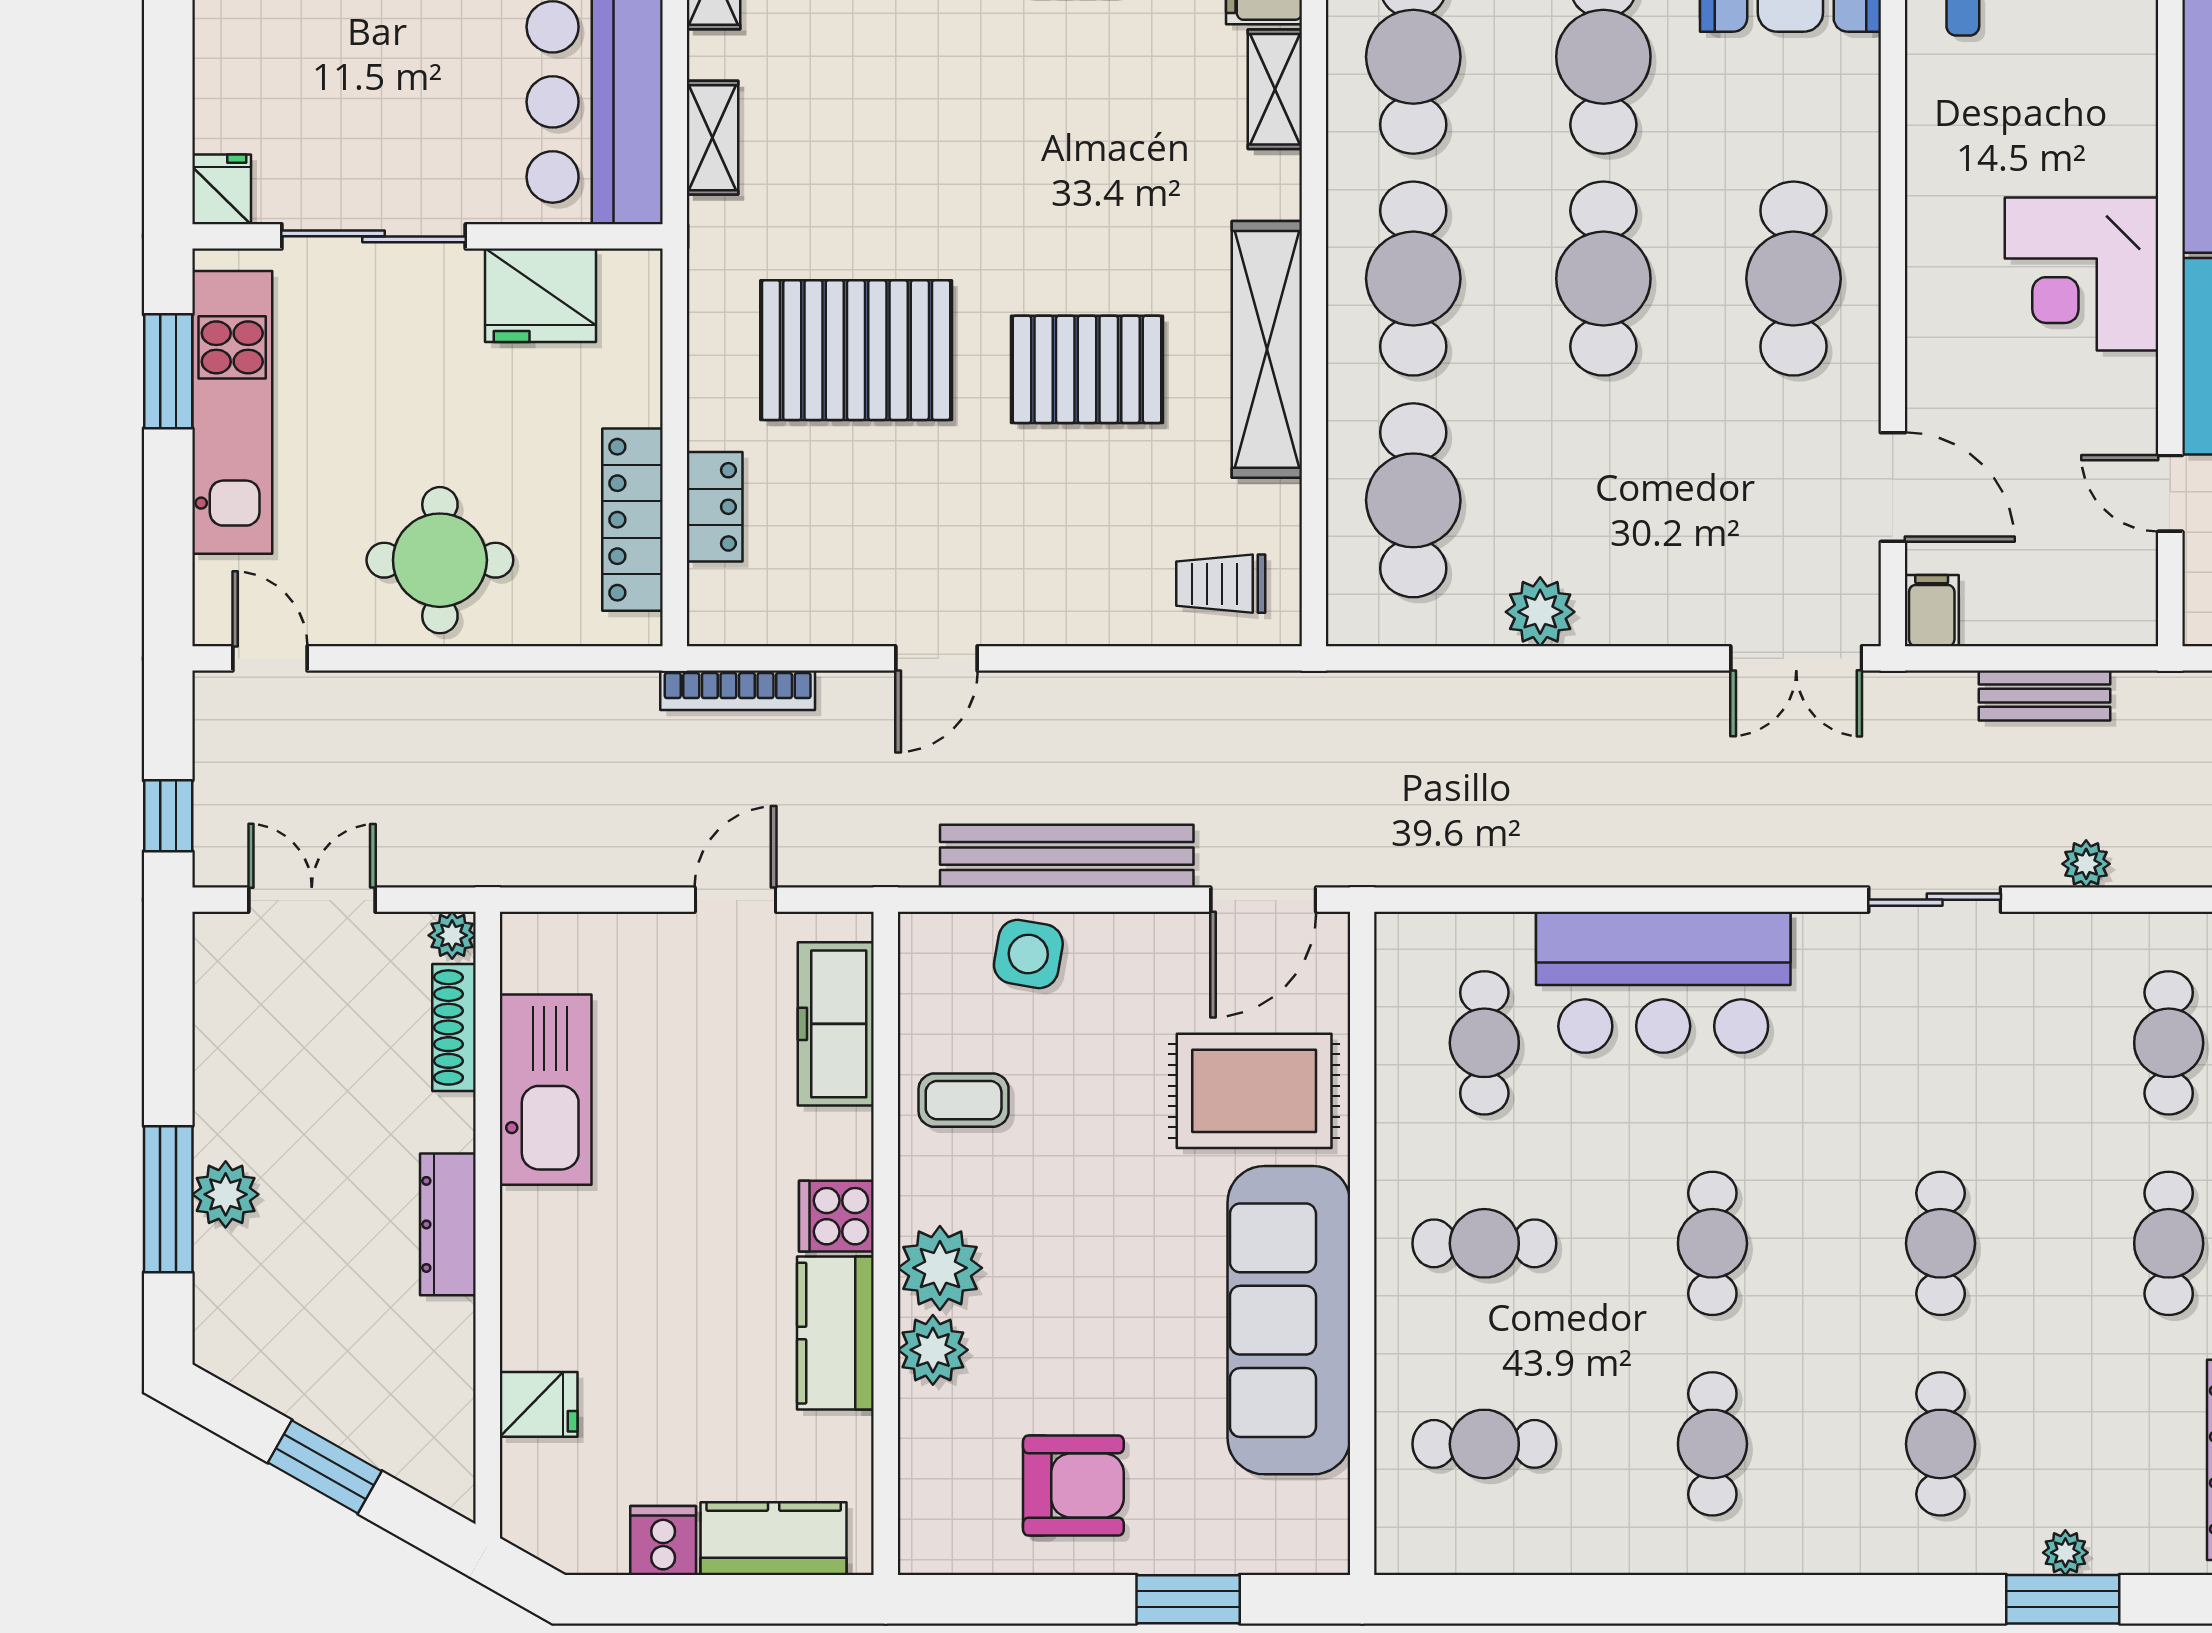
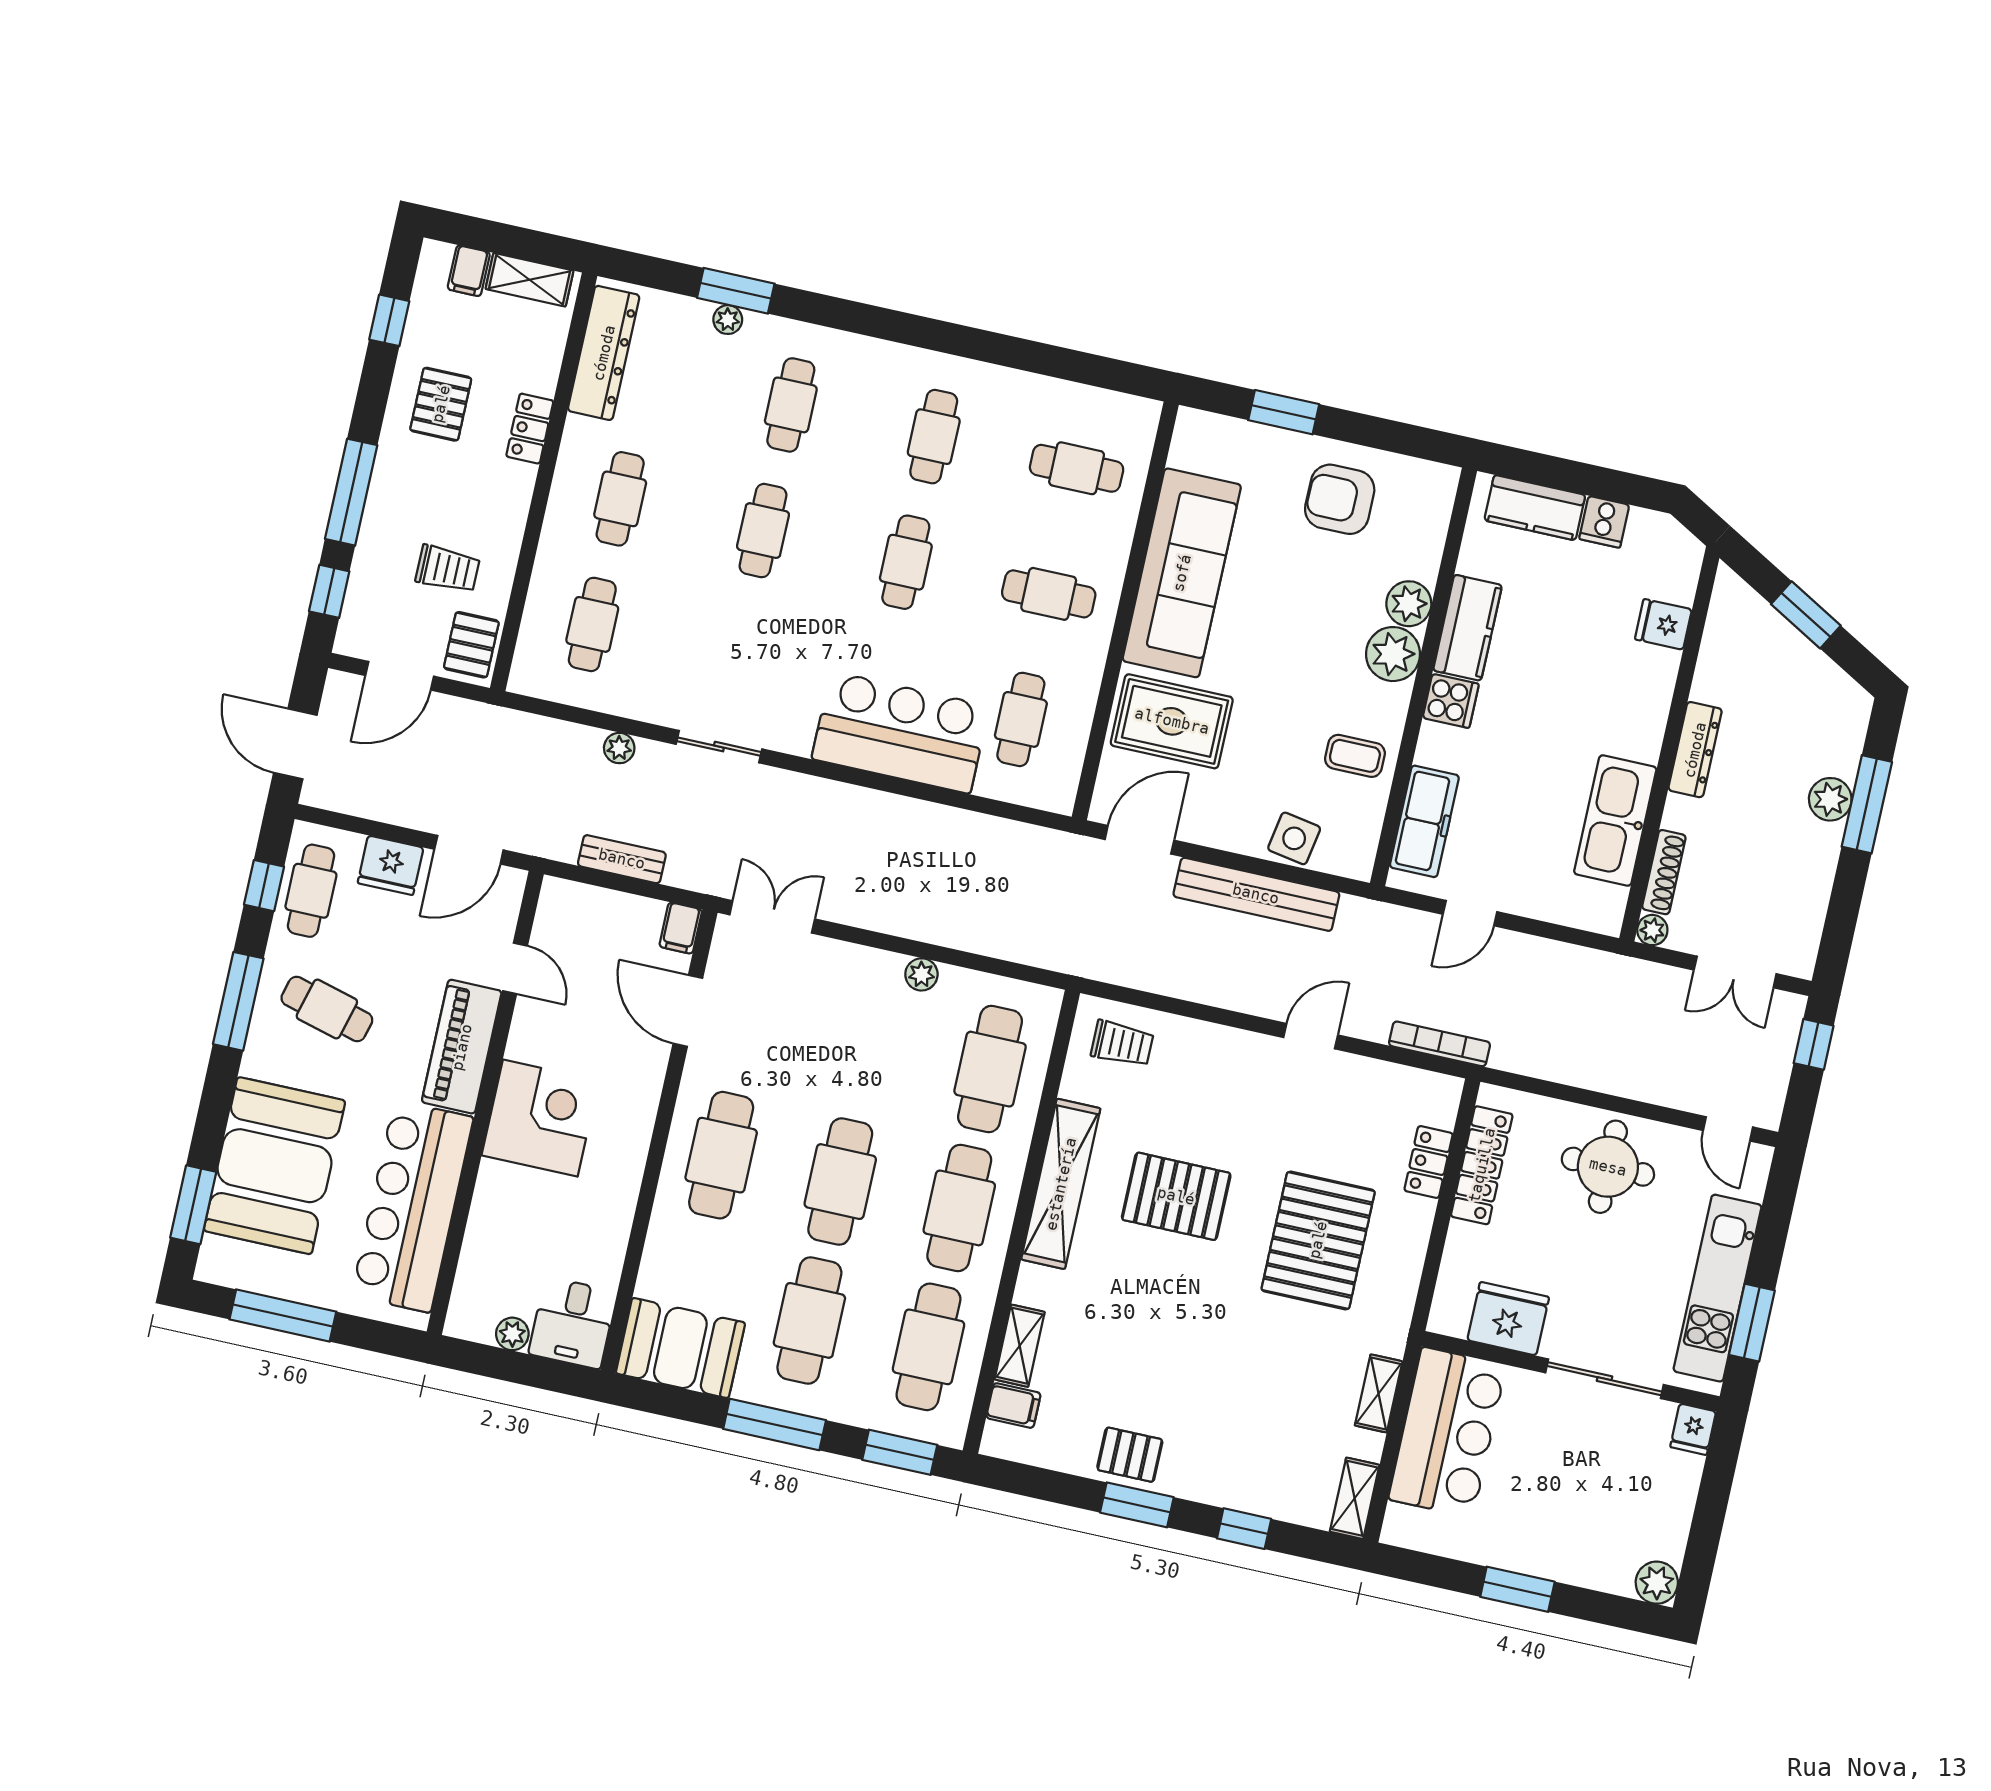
pallet: (856, 350) -> (1318, 1240), turned 90
plant: (1540, 612) -> (921, 974), width x0.73, depth x0.73

